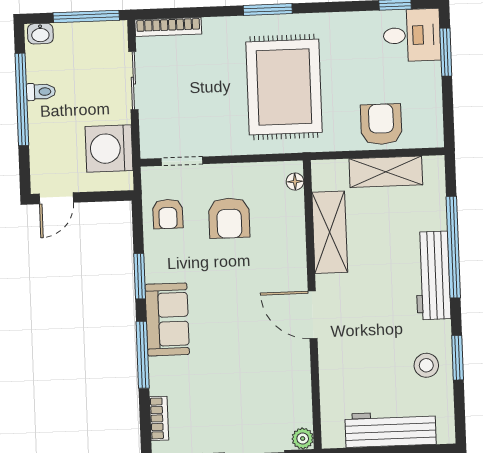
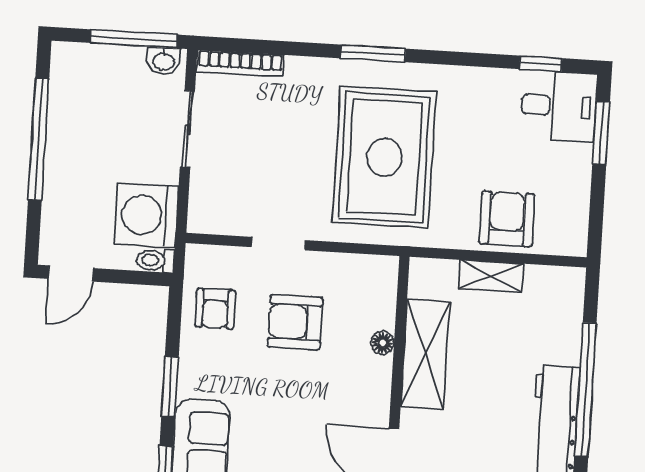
washbasin: (40, 34) -> (164, 61), moved
toilet: (41, 92) -> (155, 260), moved, turned 180
doorway: (182, 161) -> (278, 244), moved
shelving: (386, 172) -> (491, 276), width x0.67, depth x0.75
floor lamp: (295, 182) -> (383, 343), moved
armchair: (229, 218) -> (295, 322), turned 90

